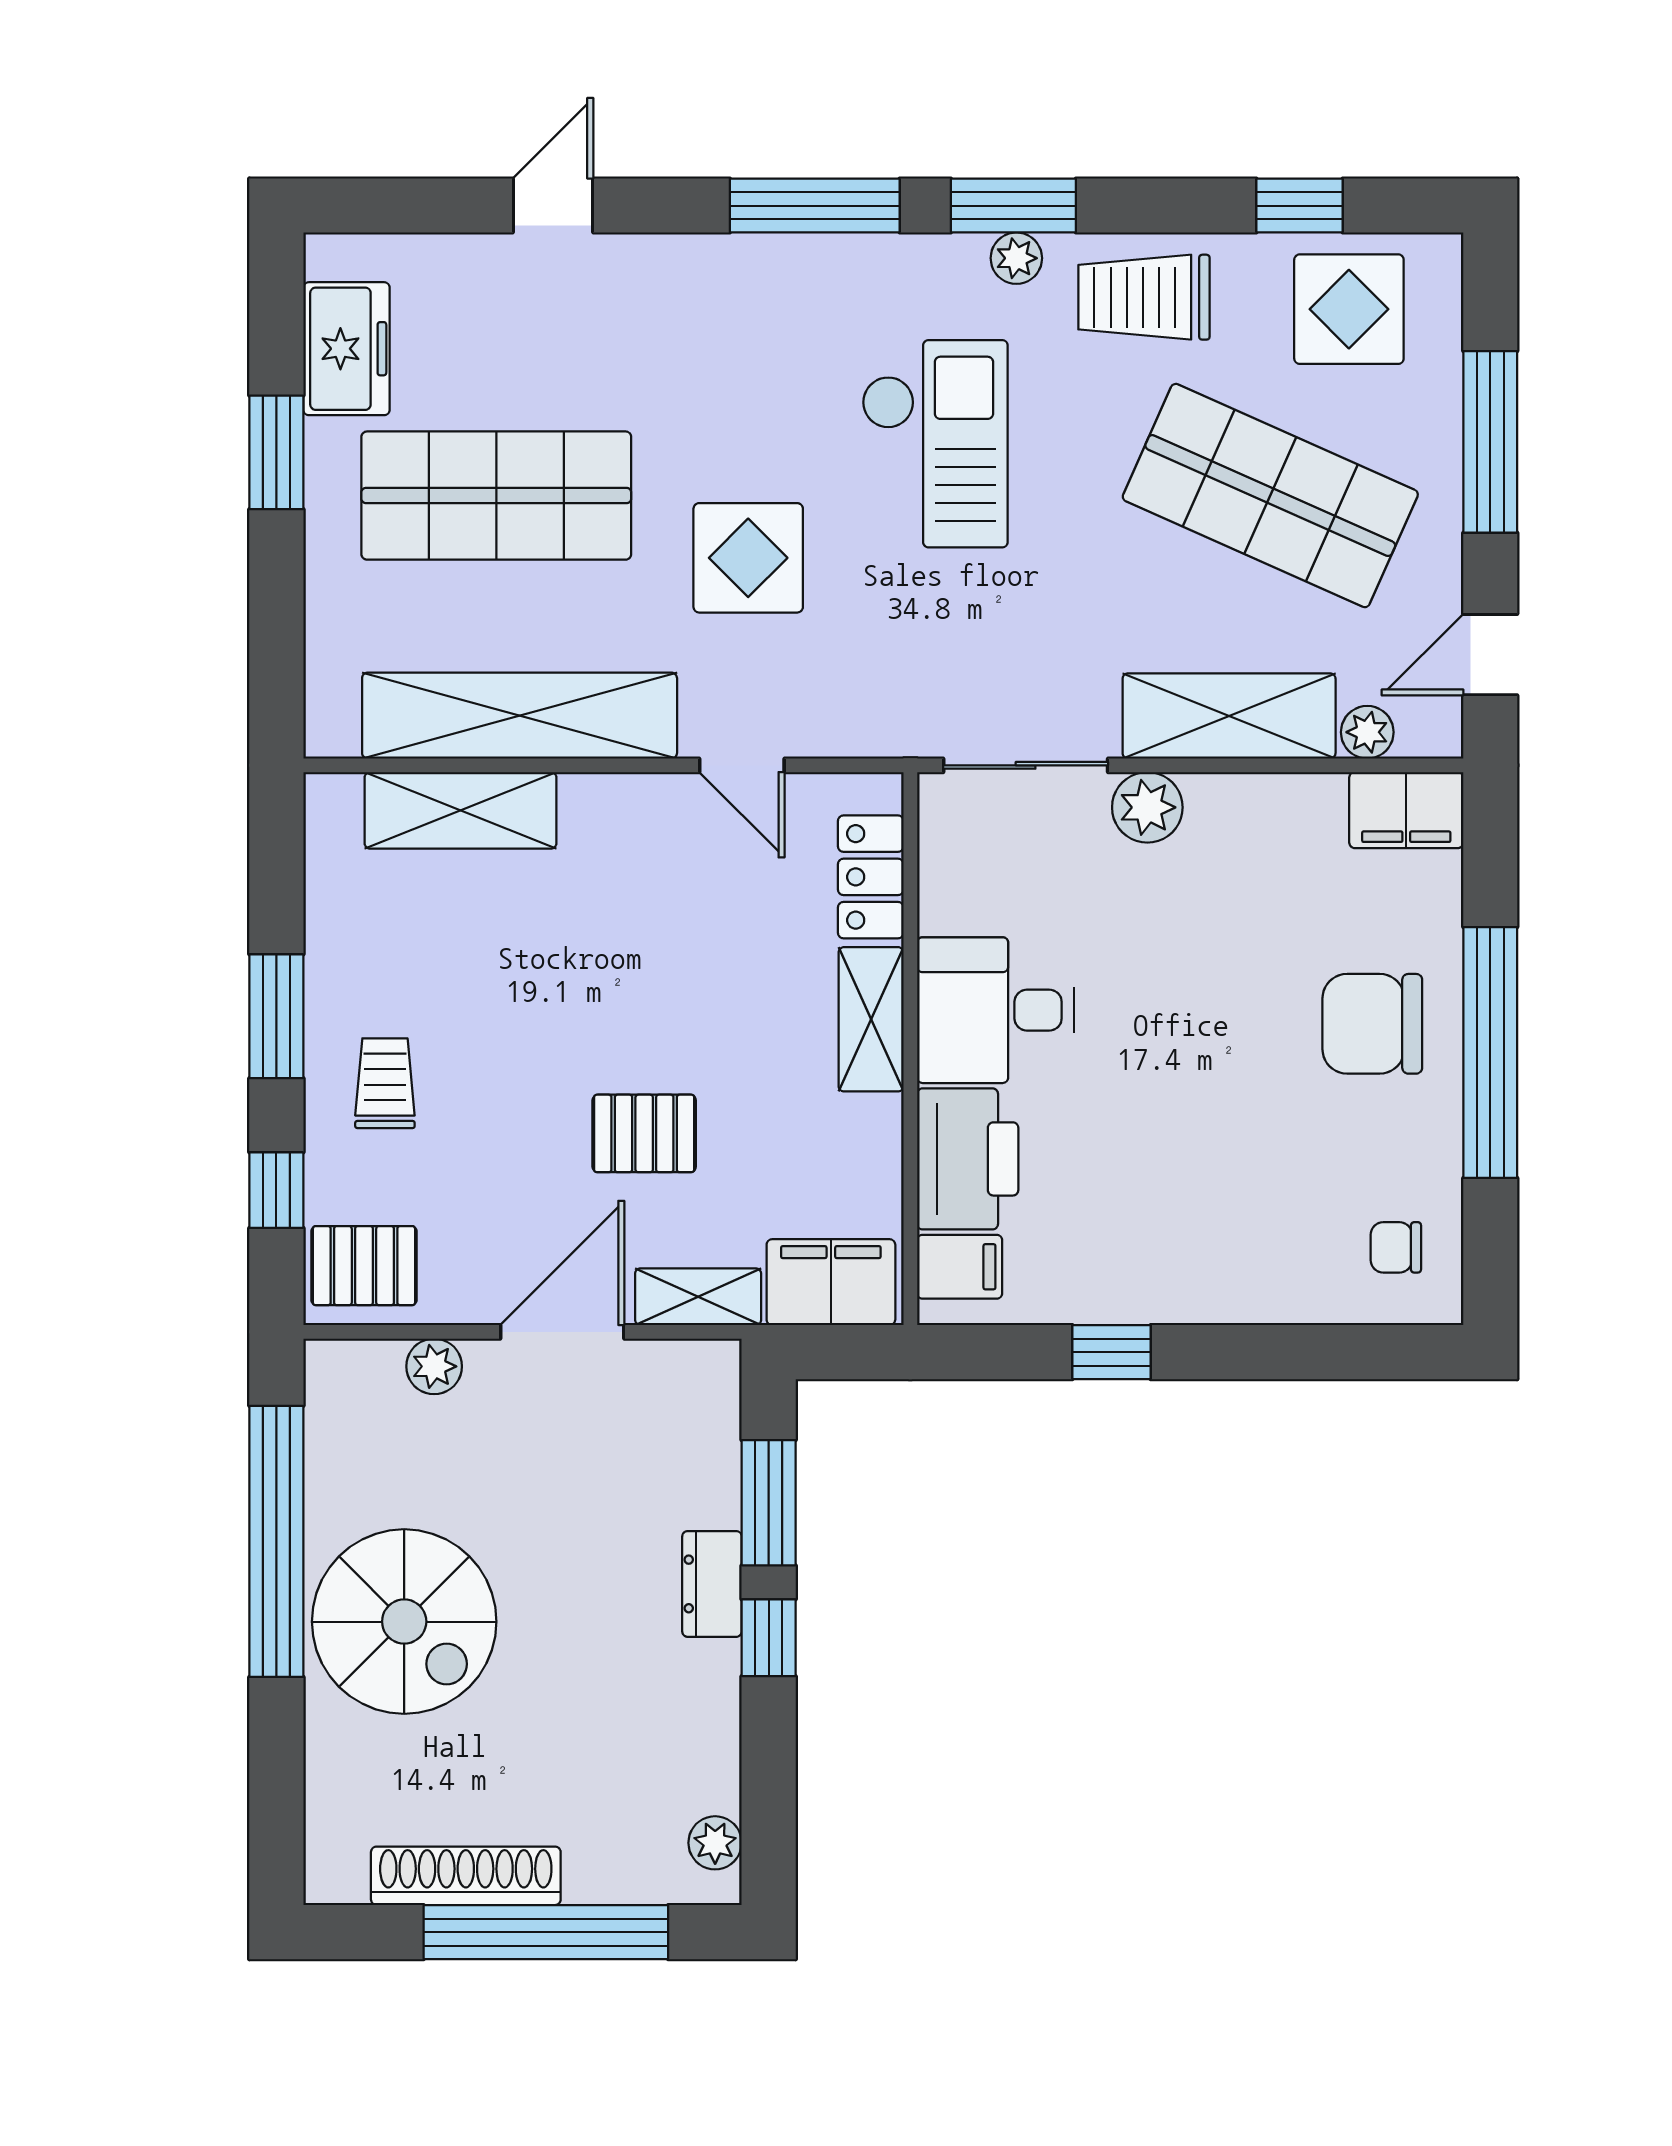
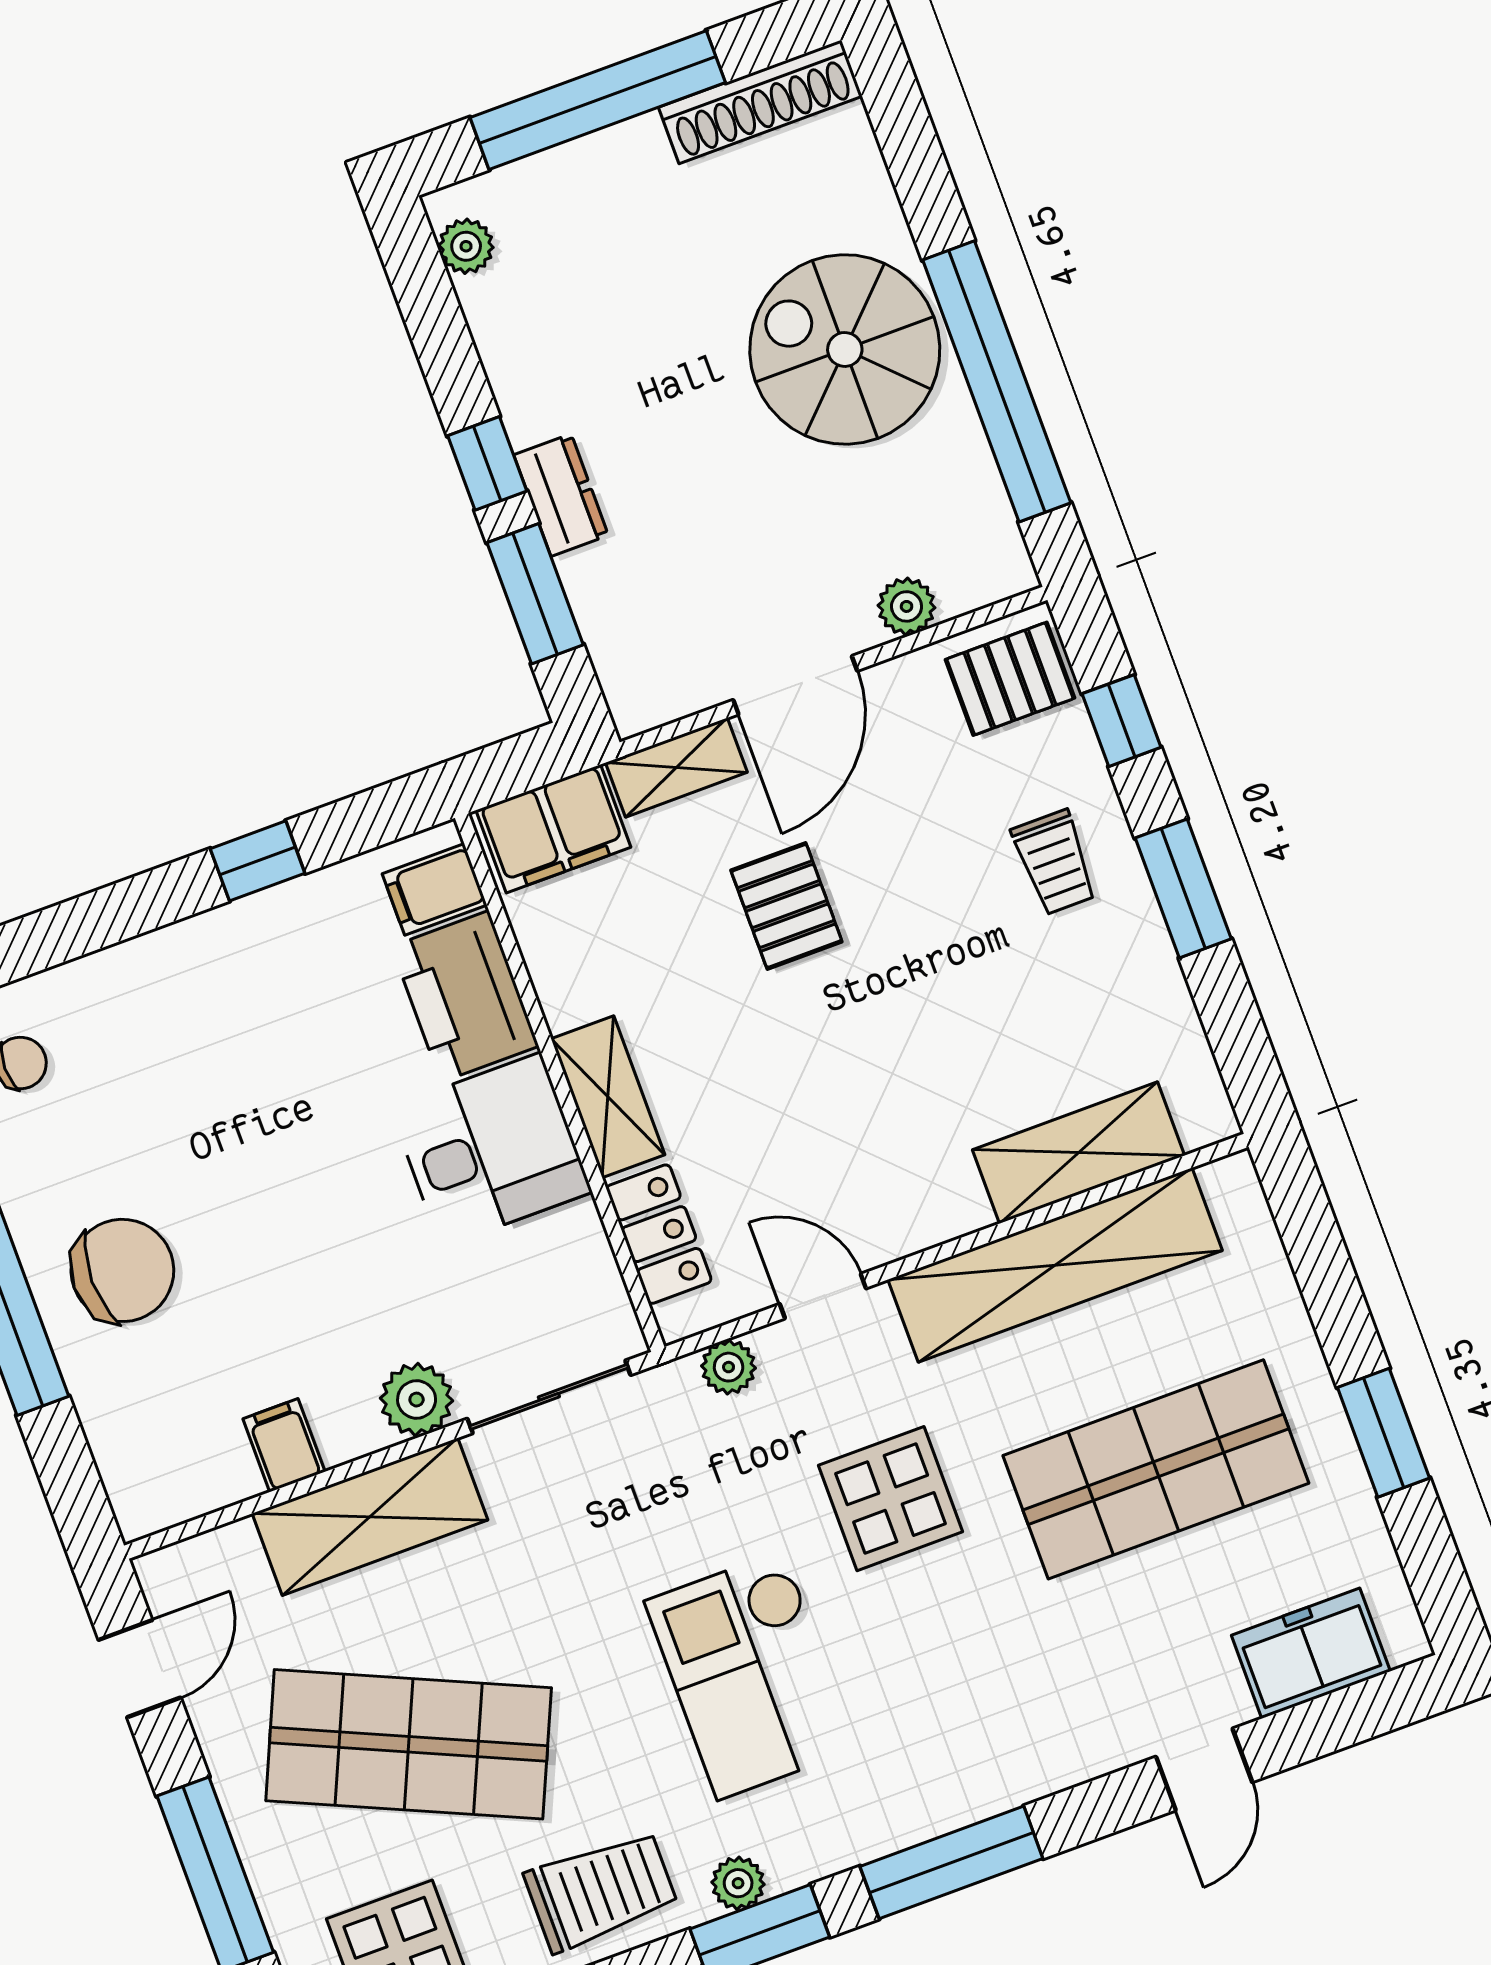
freezer: (347, 349) -> (1311, 1653), moved, turned 90
plant: (1367, 732) -> (729, 1367), moved
filing cabinet: (1406, 810) -> (284, 1445), moved, width x0.50
pallet: (644, 1133) -> (786, 906), turned 90
shoe rack: (466, 1876) -> (760, 102), moved

